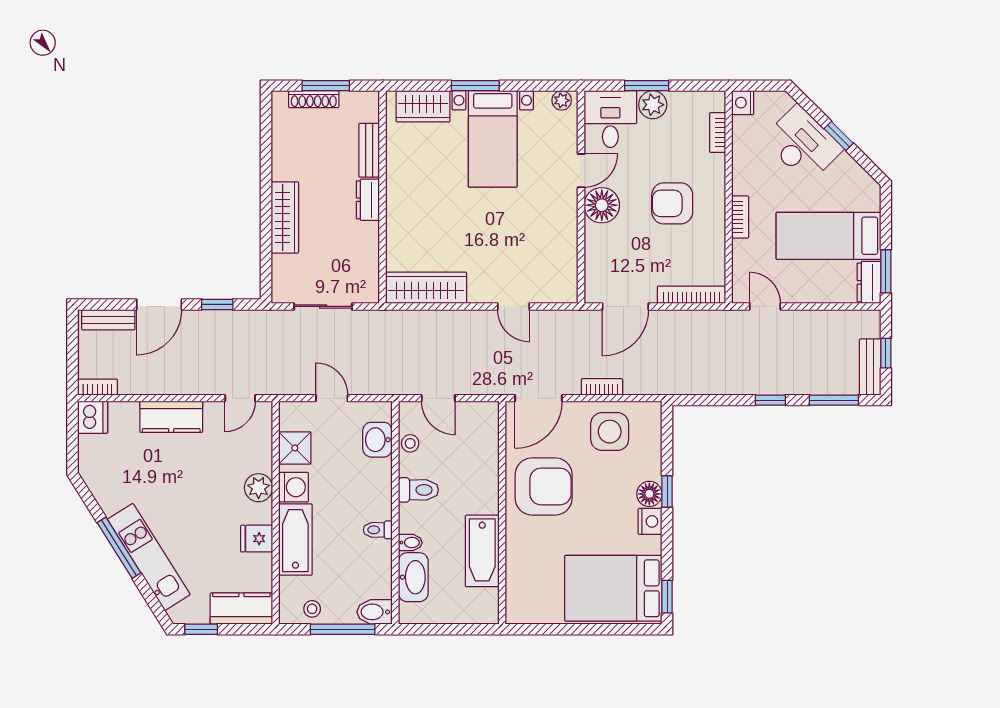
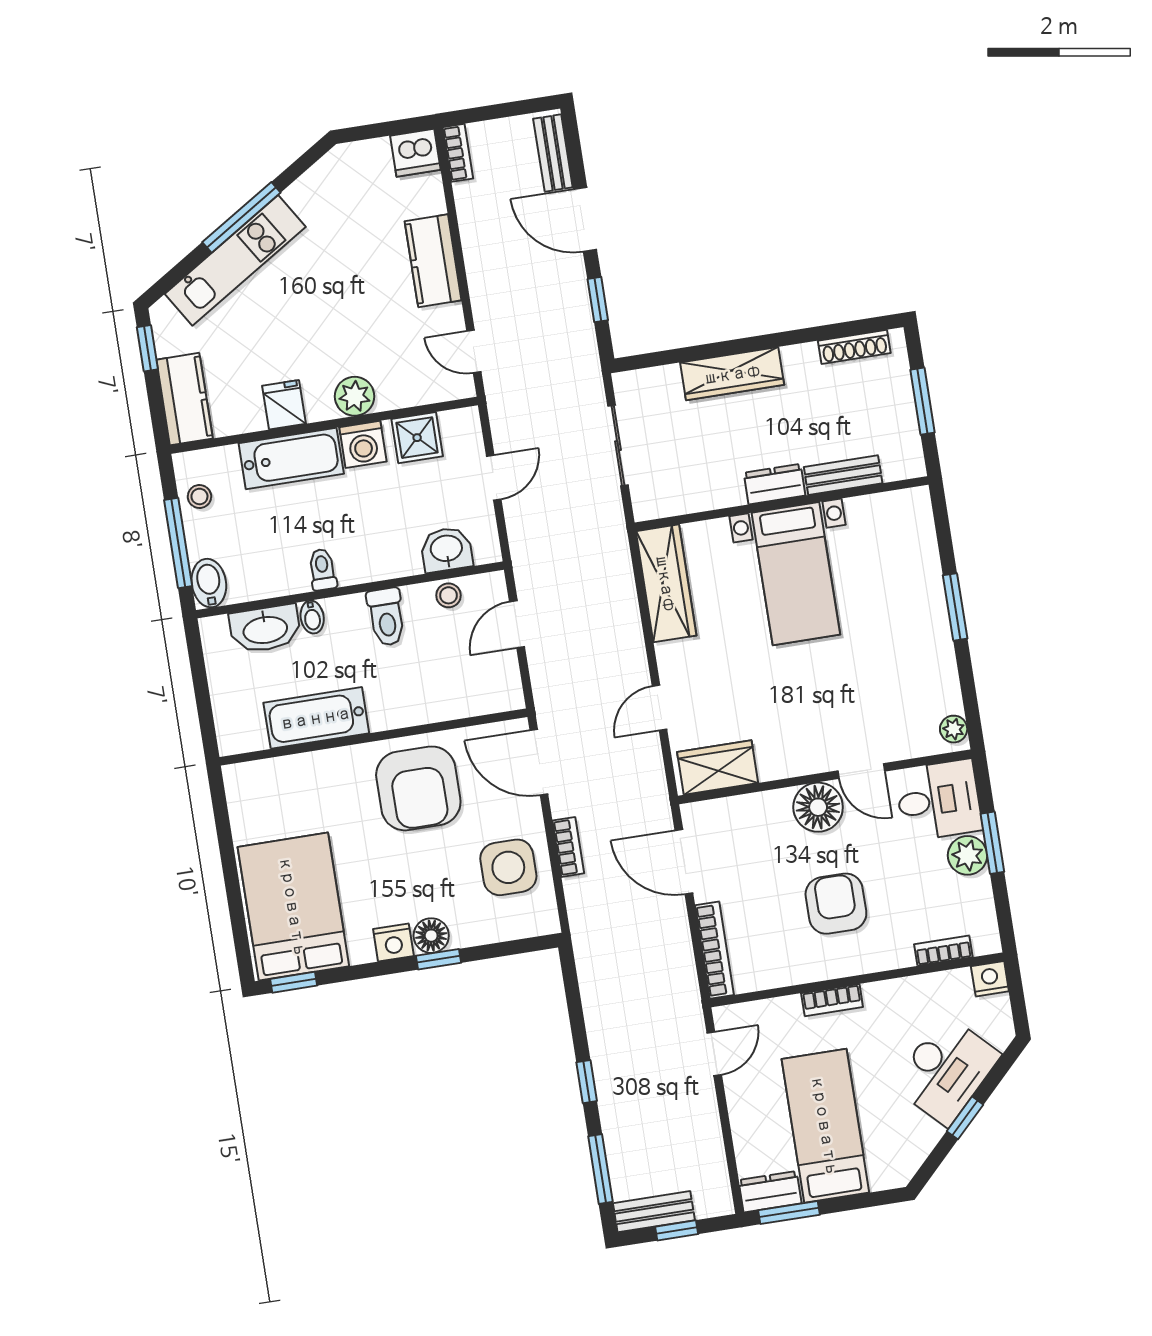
shoe rack: (314, 99) -> (854, 347), moved, turned -90
wardrobe: (423, 106) -> (718, 767), moved, turned 90
bed with nightstands: (493, 139) -> (796, 574), moved, turned -90

